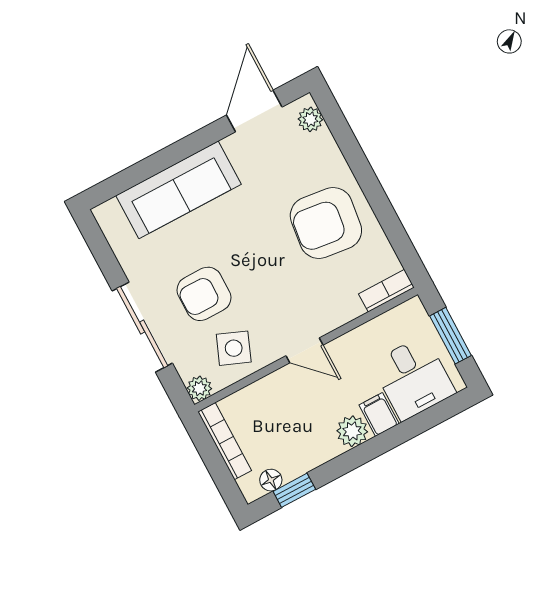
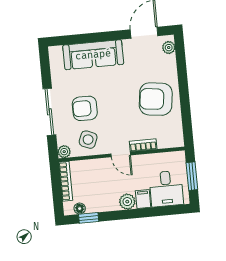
bookcase: (386, 291) -> (143, 145), moved

